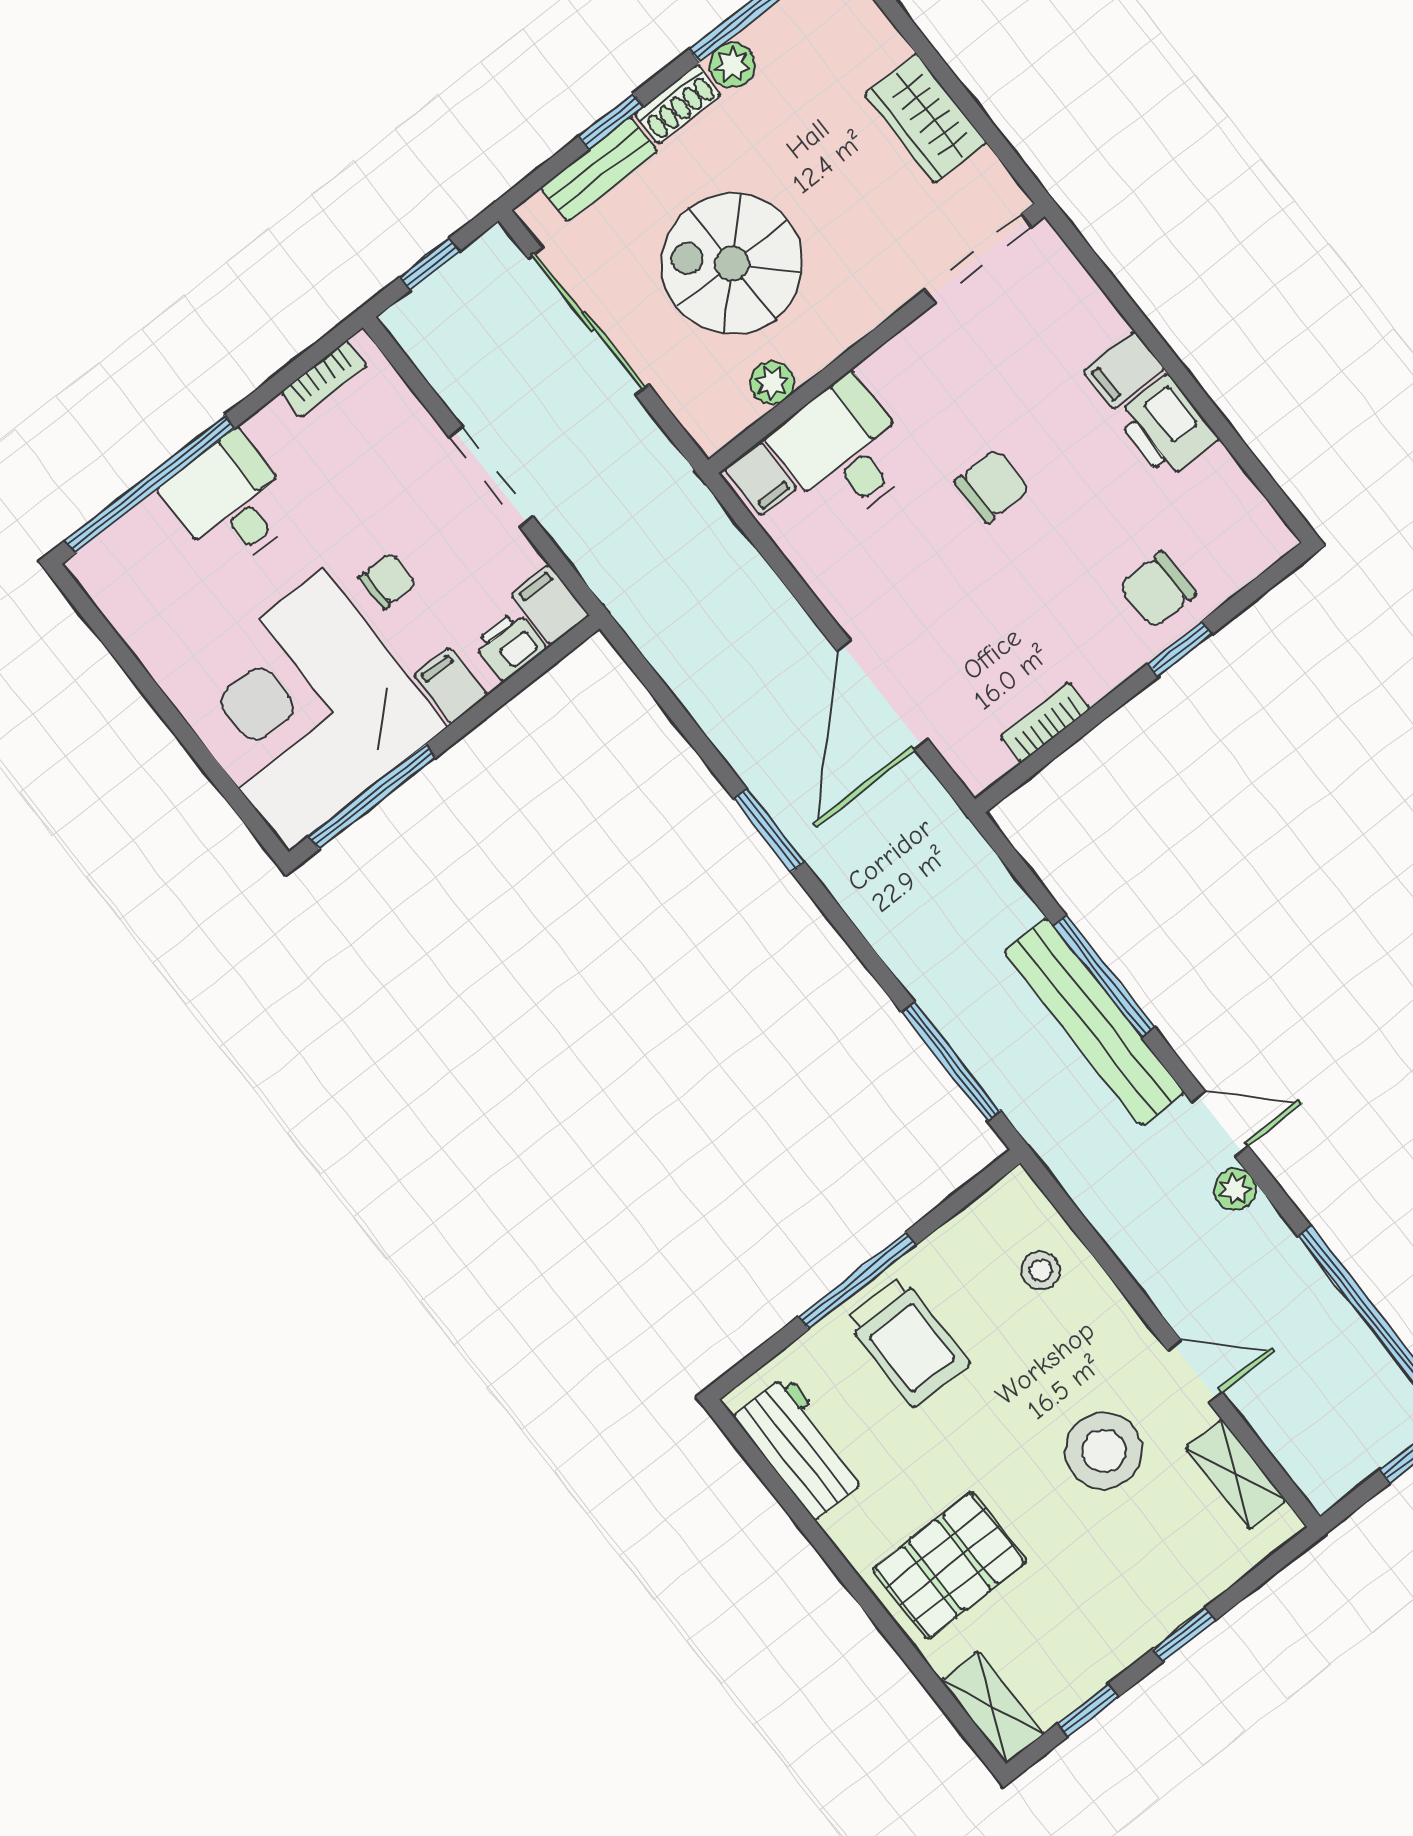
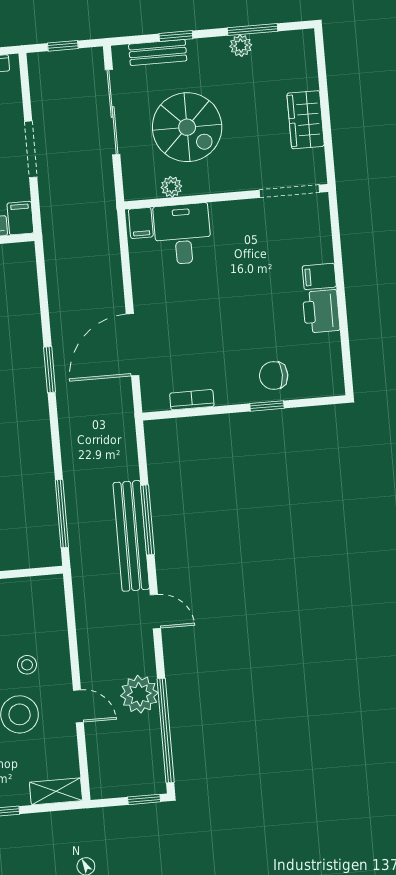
shoe rack: (678, 104) -> (208, 47), removed
spiral stairs: (732, 264) -> (187, 127), turned 180
chair: (992, 486) -> (234, 288), removed
plant: (1235, 1189) -> (139, 694), moved, width x1.88, depth x1.88
stool: (1041, 1270) -> (27, 665), moved
shelving: (1236, 1474) -> (56, 791), moved, turned 90

